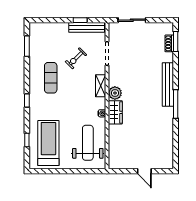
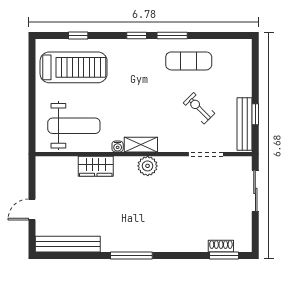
window: (27, 46) -> (172, 36), moved
exercise mat: (51, 78) -> (189, 61), moved
bench: (168, 84) -> (68, 244), moved
shelving: (101, 86) -> (141, 145), moved
wardrobe: (115, 112) -> (96, 166), moved

